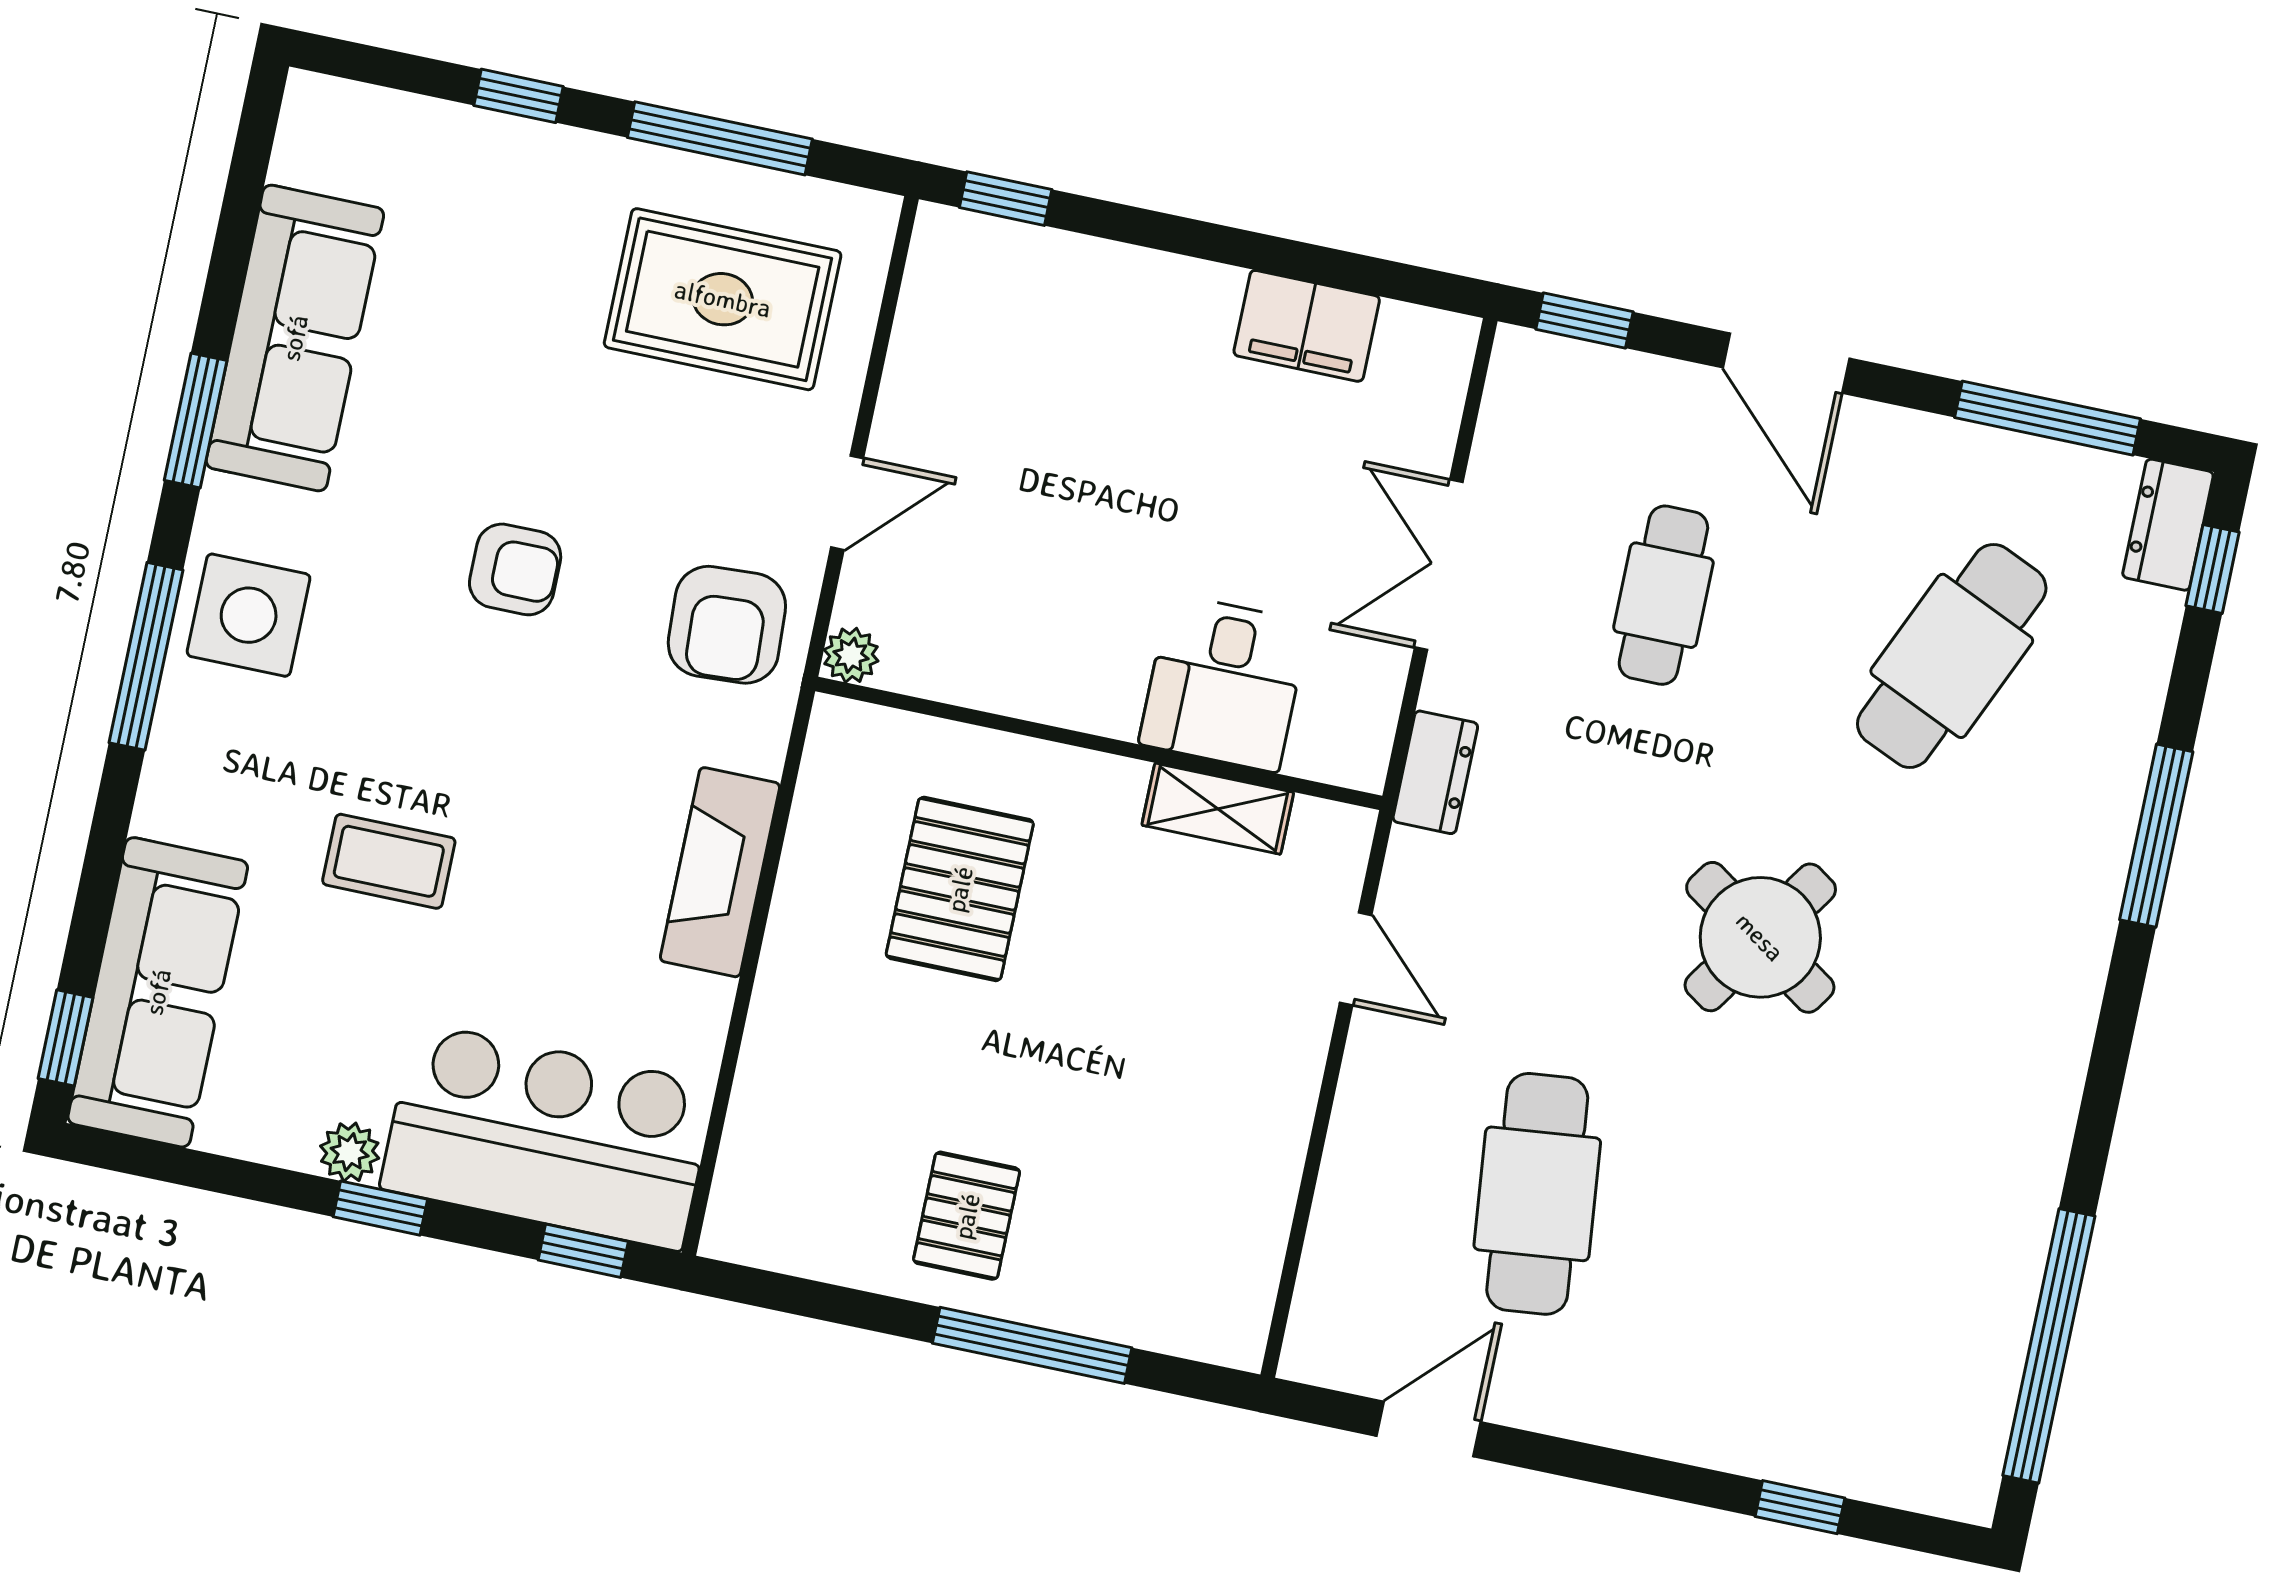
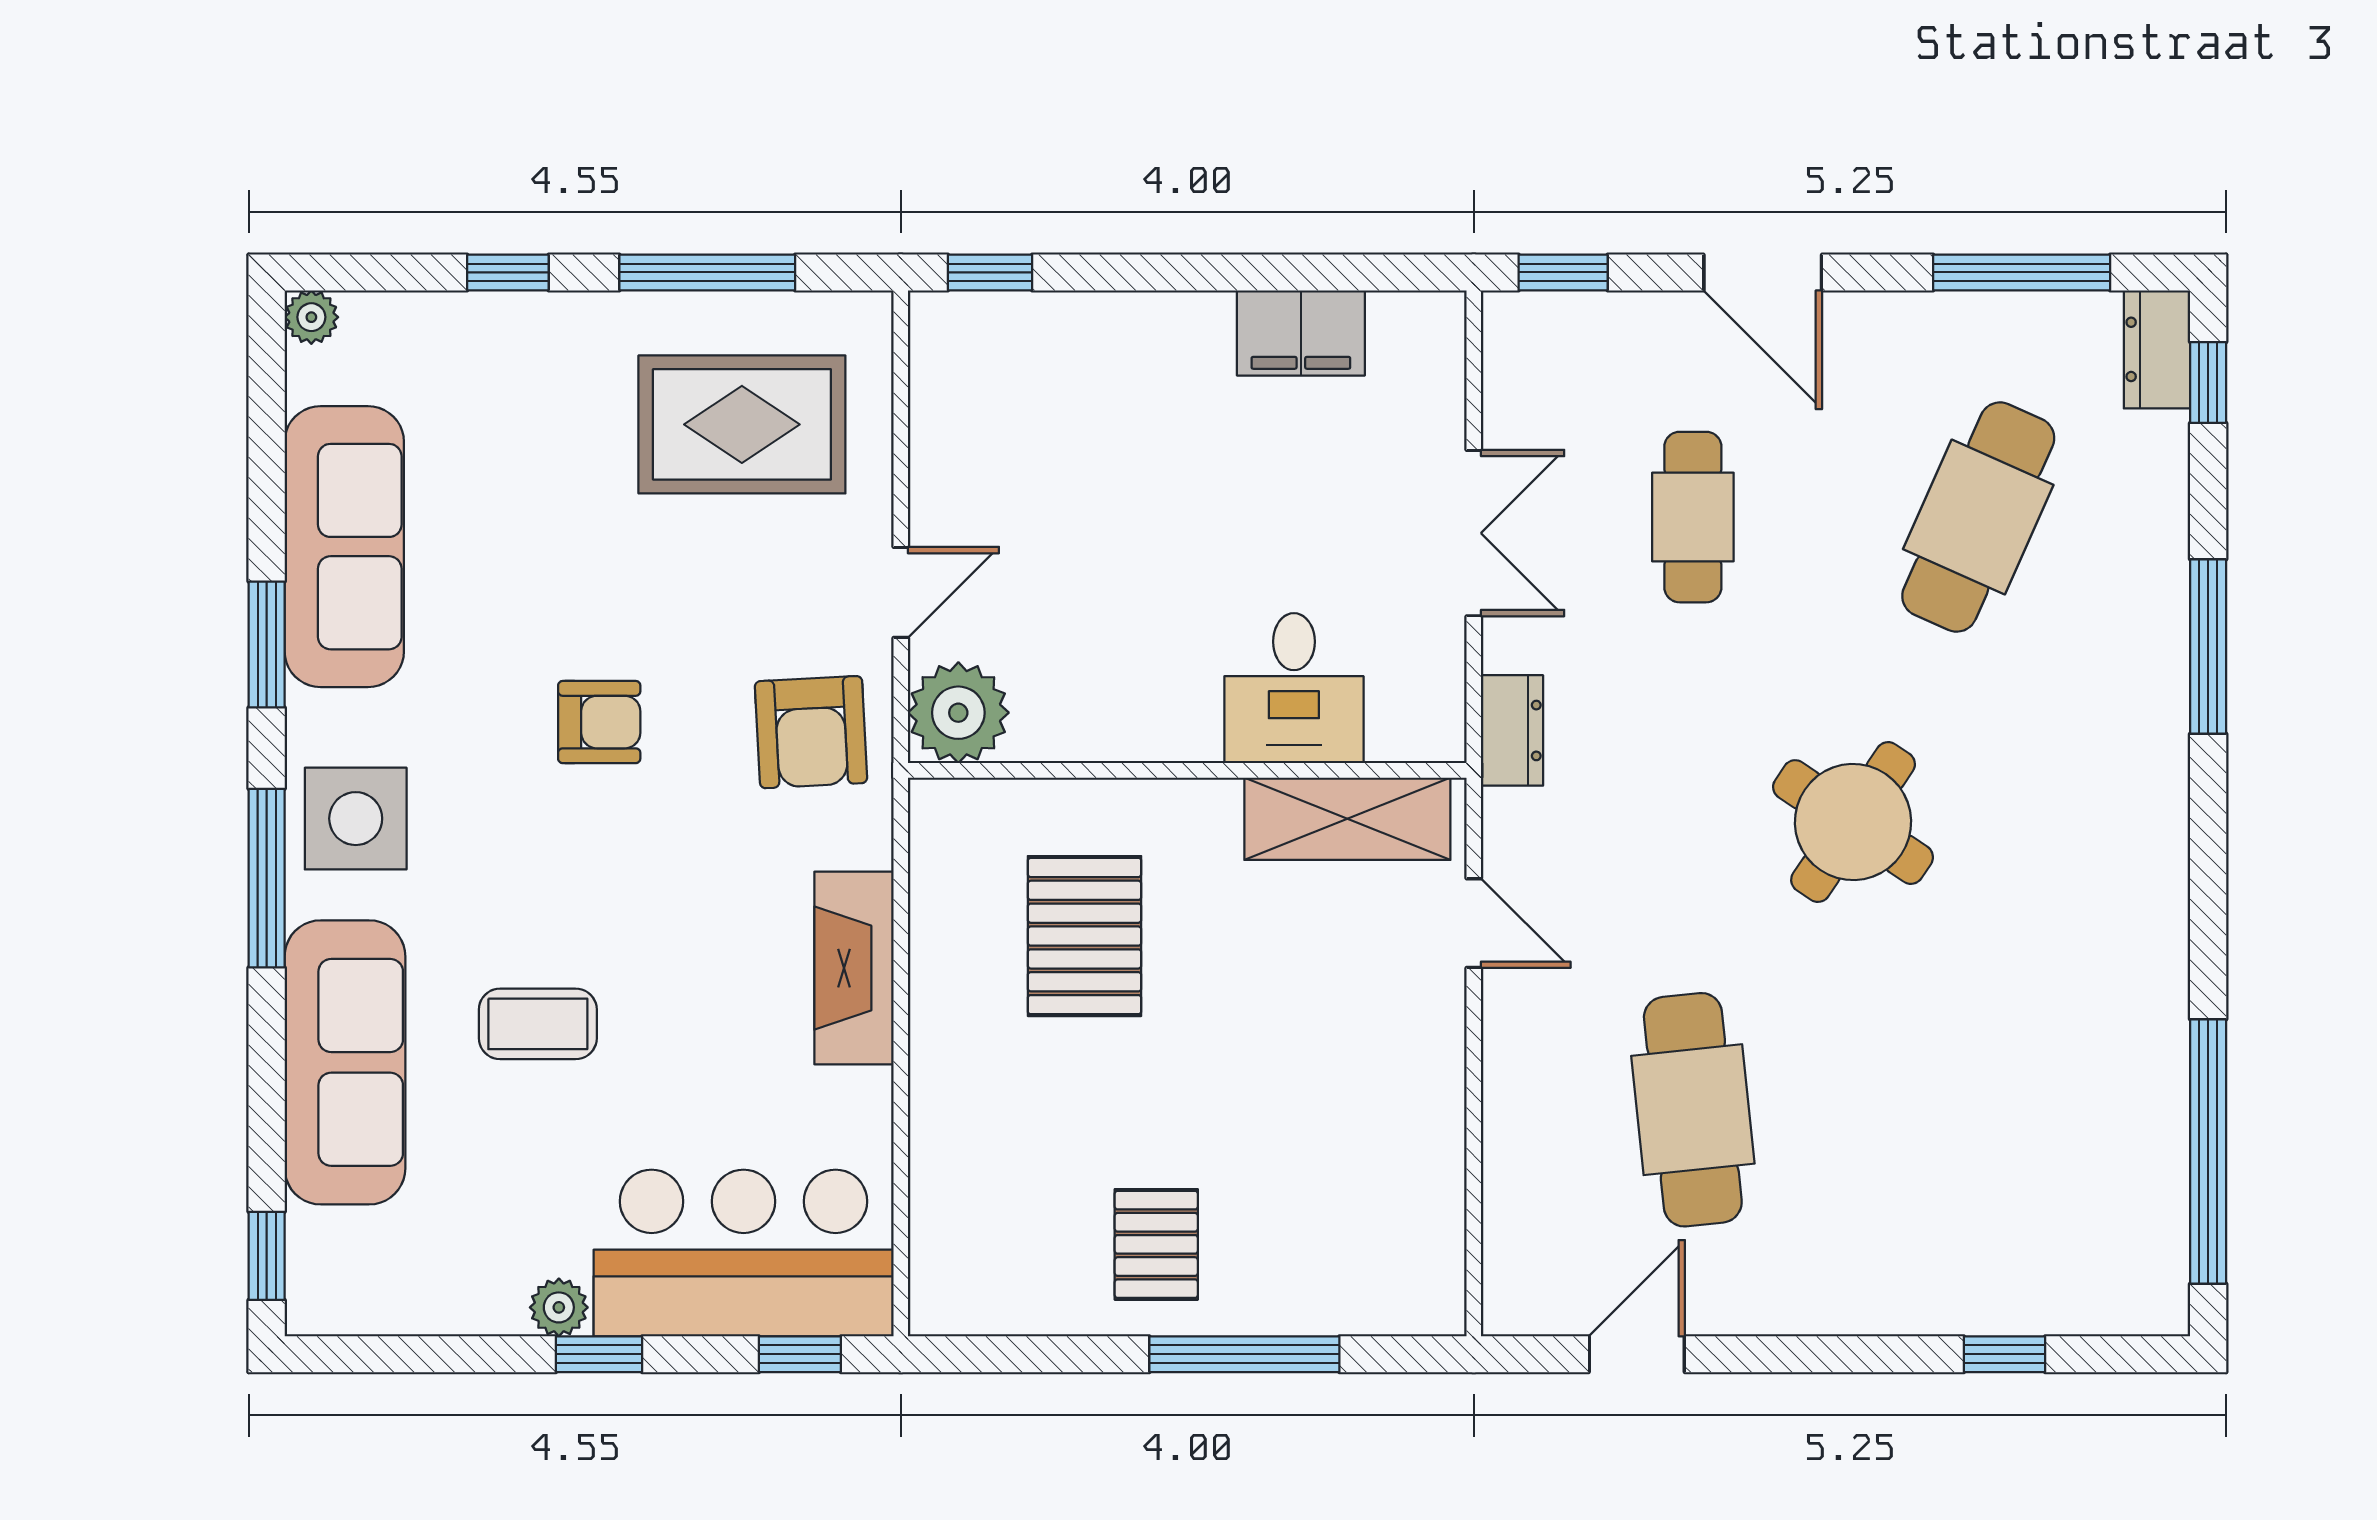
plant: (310, 99) -> (311, 317), added
double door: (1439, 565) -> (1474, 533), swing flipped
plant: (851, 655) -> (958, 713), width x1.88, depth x1.88
shelving: (1218, 809) -> (1347, 819), width x1.50, depth x1.33
sofa: (158, 992) -> (345, 1062), moved

